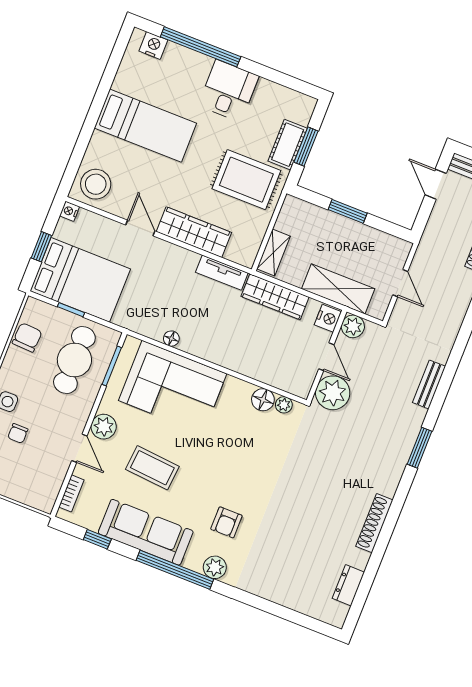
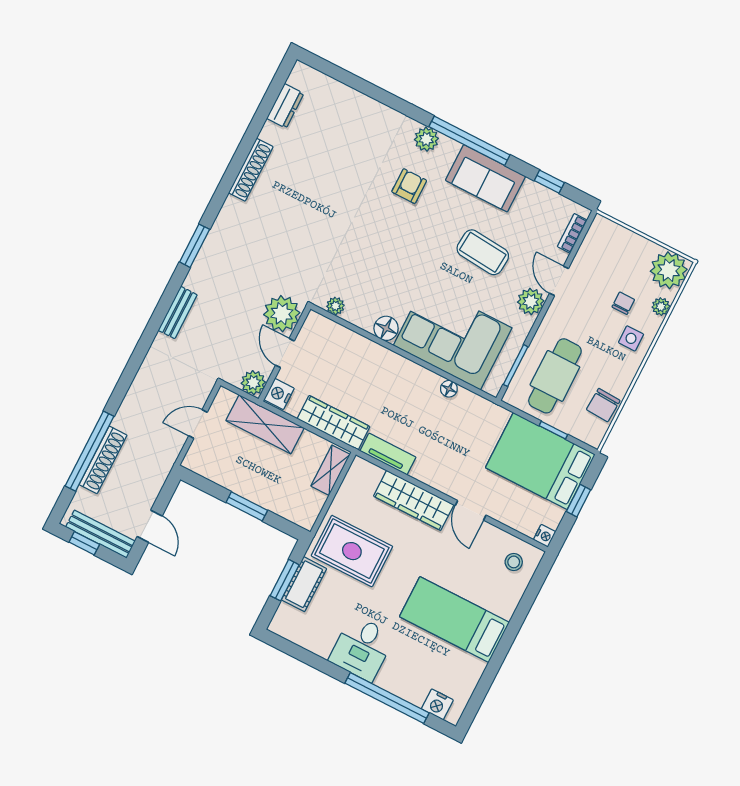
stool: (96, 184) -> (514, 562), width x0.53, depth x0.53
door: (400, 283) -> (198, 424), hinge flipped
floor lamp: (263, 400) -> (386, 328), moved
sofa: (146, 532) -> (486, 178), width x0.73

